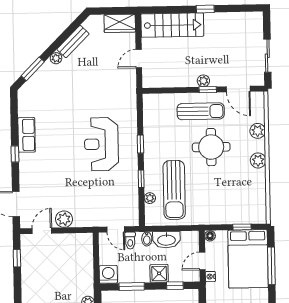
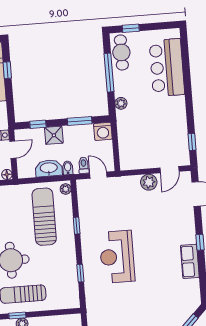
reception desk: (101, 144) -> (117, 257), turned 180
window: (140, 144) -> (80, 273), moved
plant: (150, 198) -> (66, 189), moved

